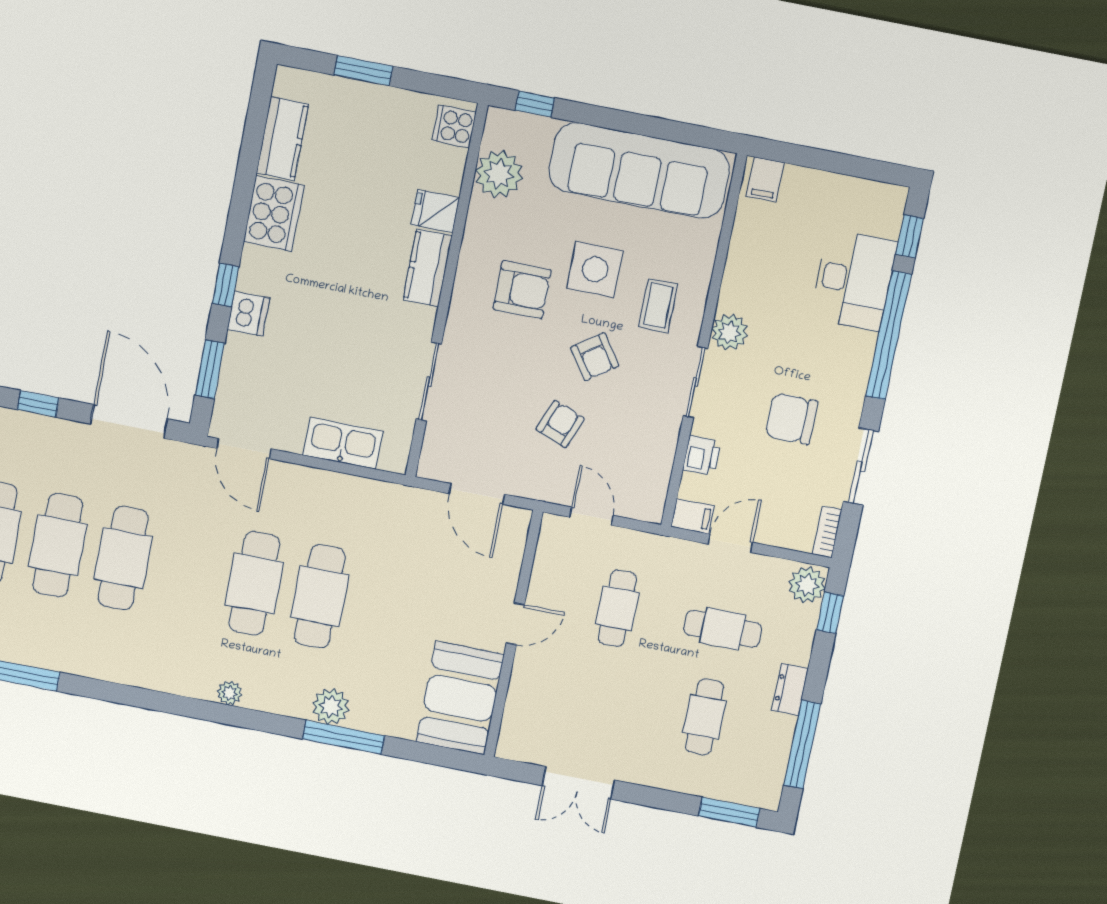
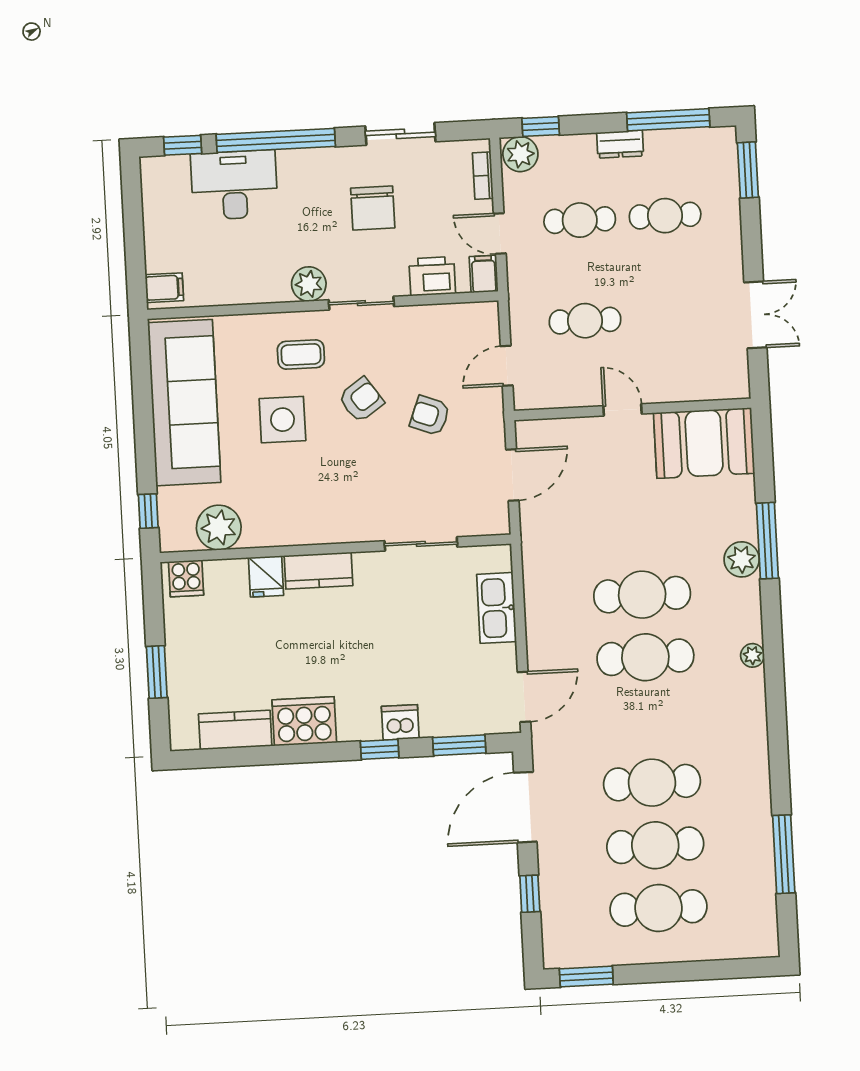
armchair: (522, 290) -> (317, 480), removed
printer: (702, 456) -> (432, 276), width x1.36, depth x1.24
bookcase: (827, 532) -> (483, 176), moved, turned 90
cafe table: (723, 629) -> (580, 220), turned 90

